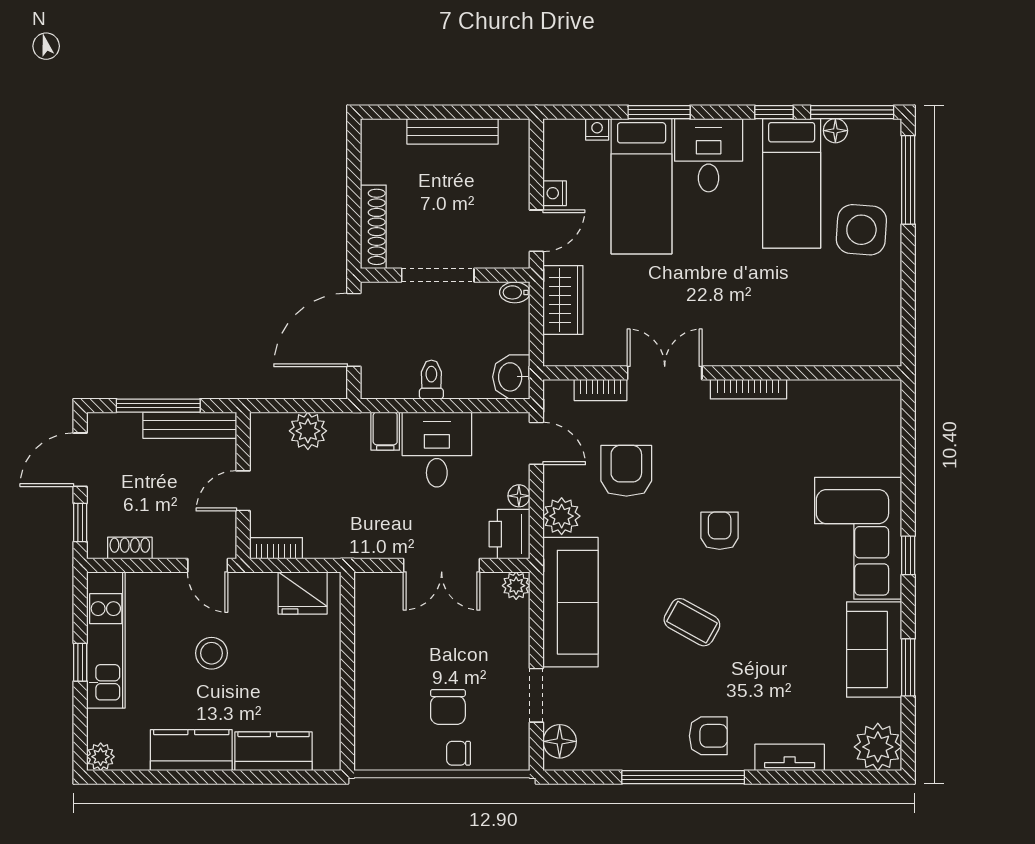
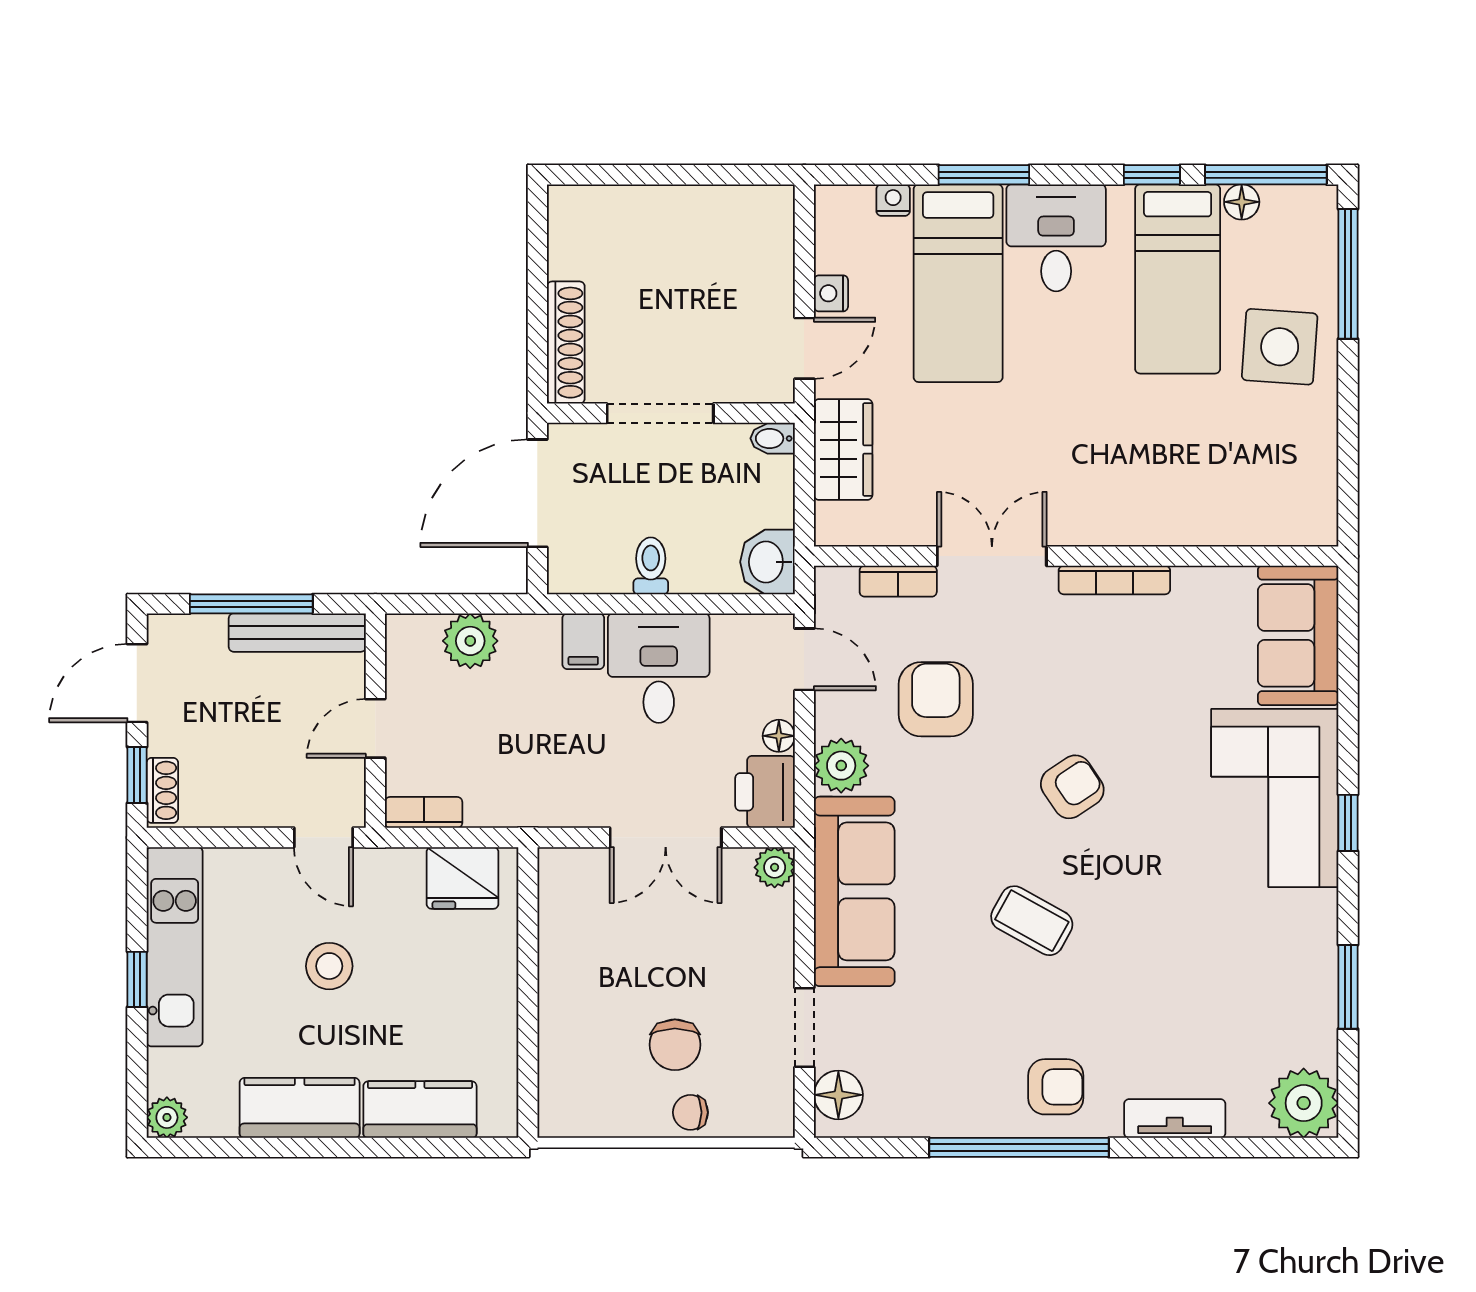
bench: (452, 131) -> (682, 203), removed
armchair: (720, 531) -> (1072, 787), turned 56
shoe rack: (130, 548) -> (162, 790), moved, turned 90
sofa: (874, 649) -> (1298, 635), moved

